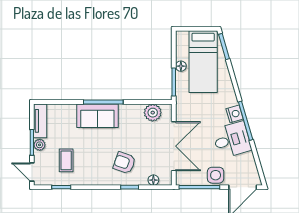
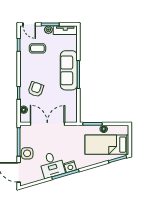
plant: (153, 113) -> (71, 109), removed
sofa: (97, 116) -> (69, 70), width x1.36
double door: (174, 146) -> (47, 124), swing flipped
door: (32, 172) -> (29, 24), swing flipped

